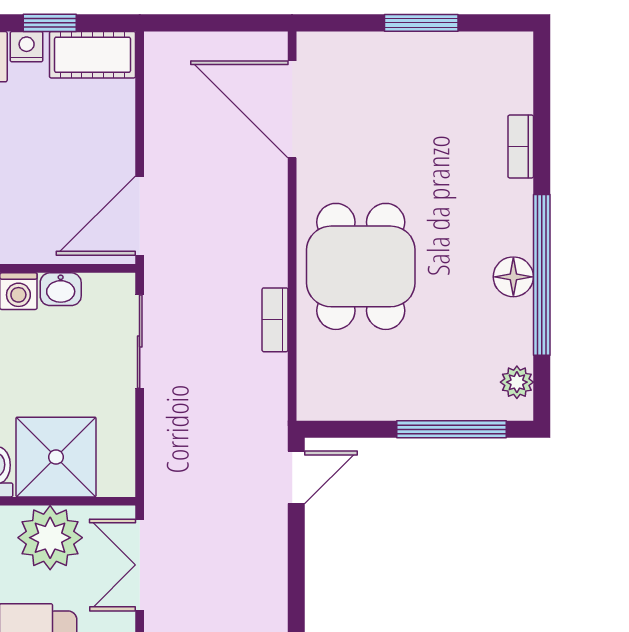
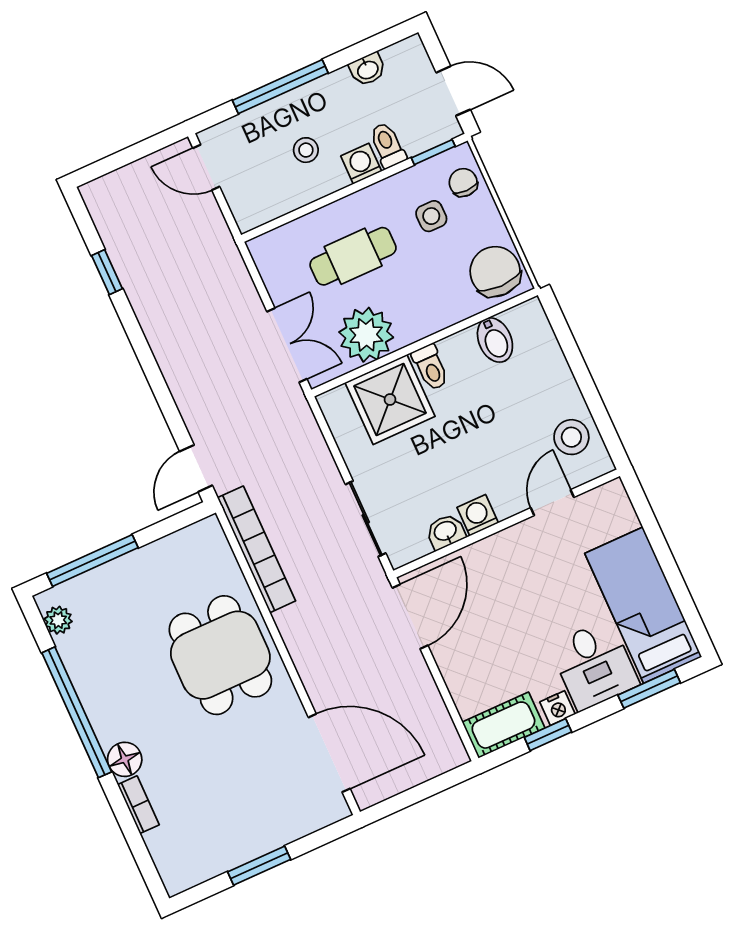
floor lamp: (513, 277) -> (125, 759), moved
bookcase: (275, 320) -> (256, 549), width x2.31, depth x1.31

